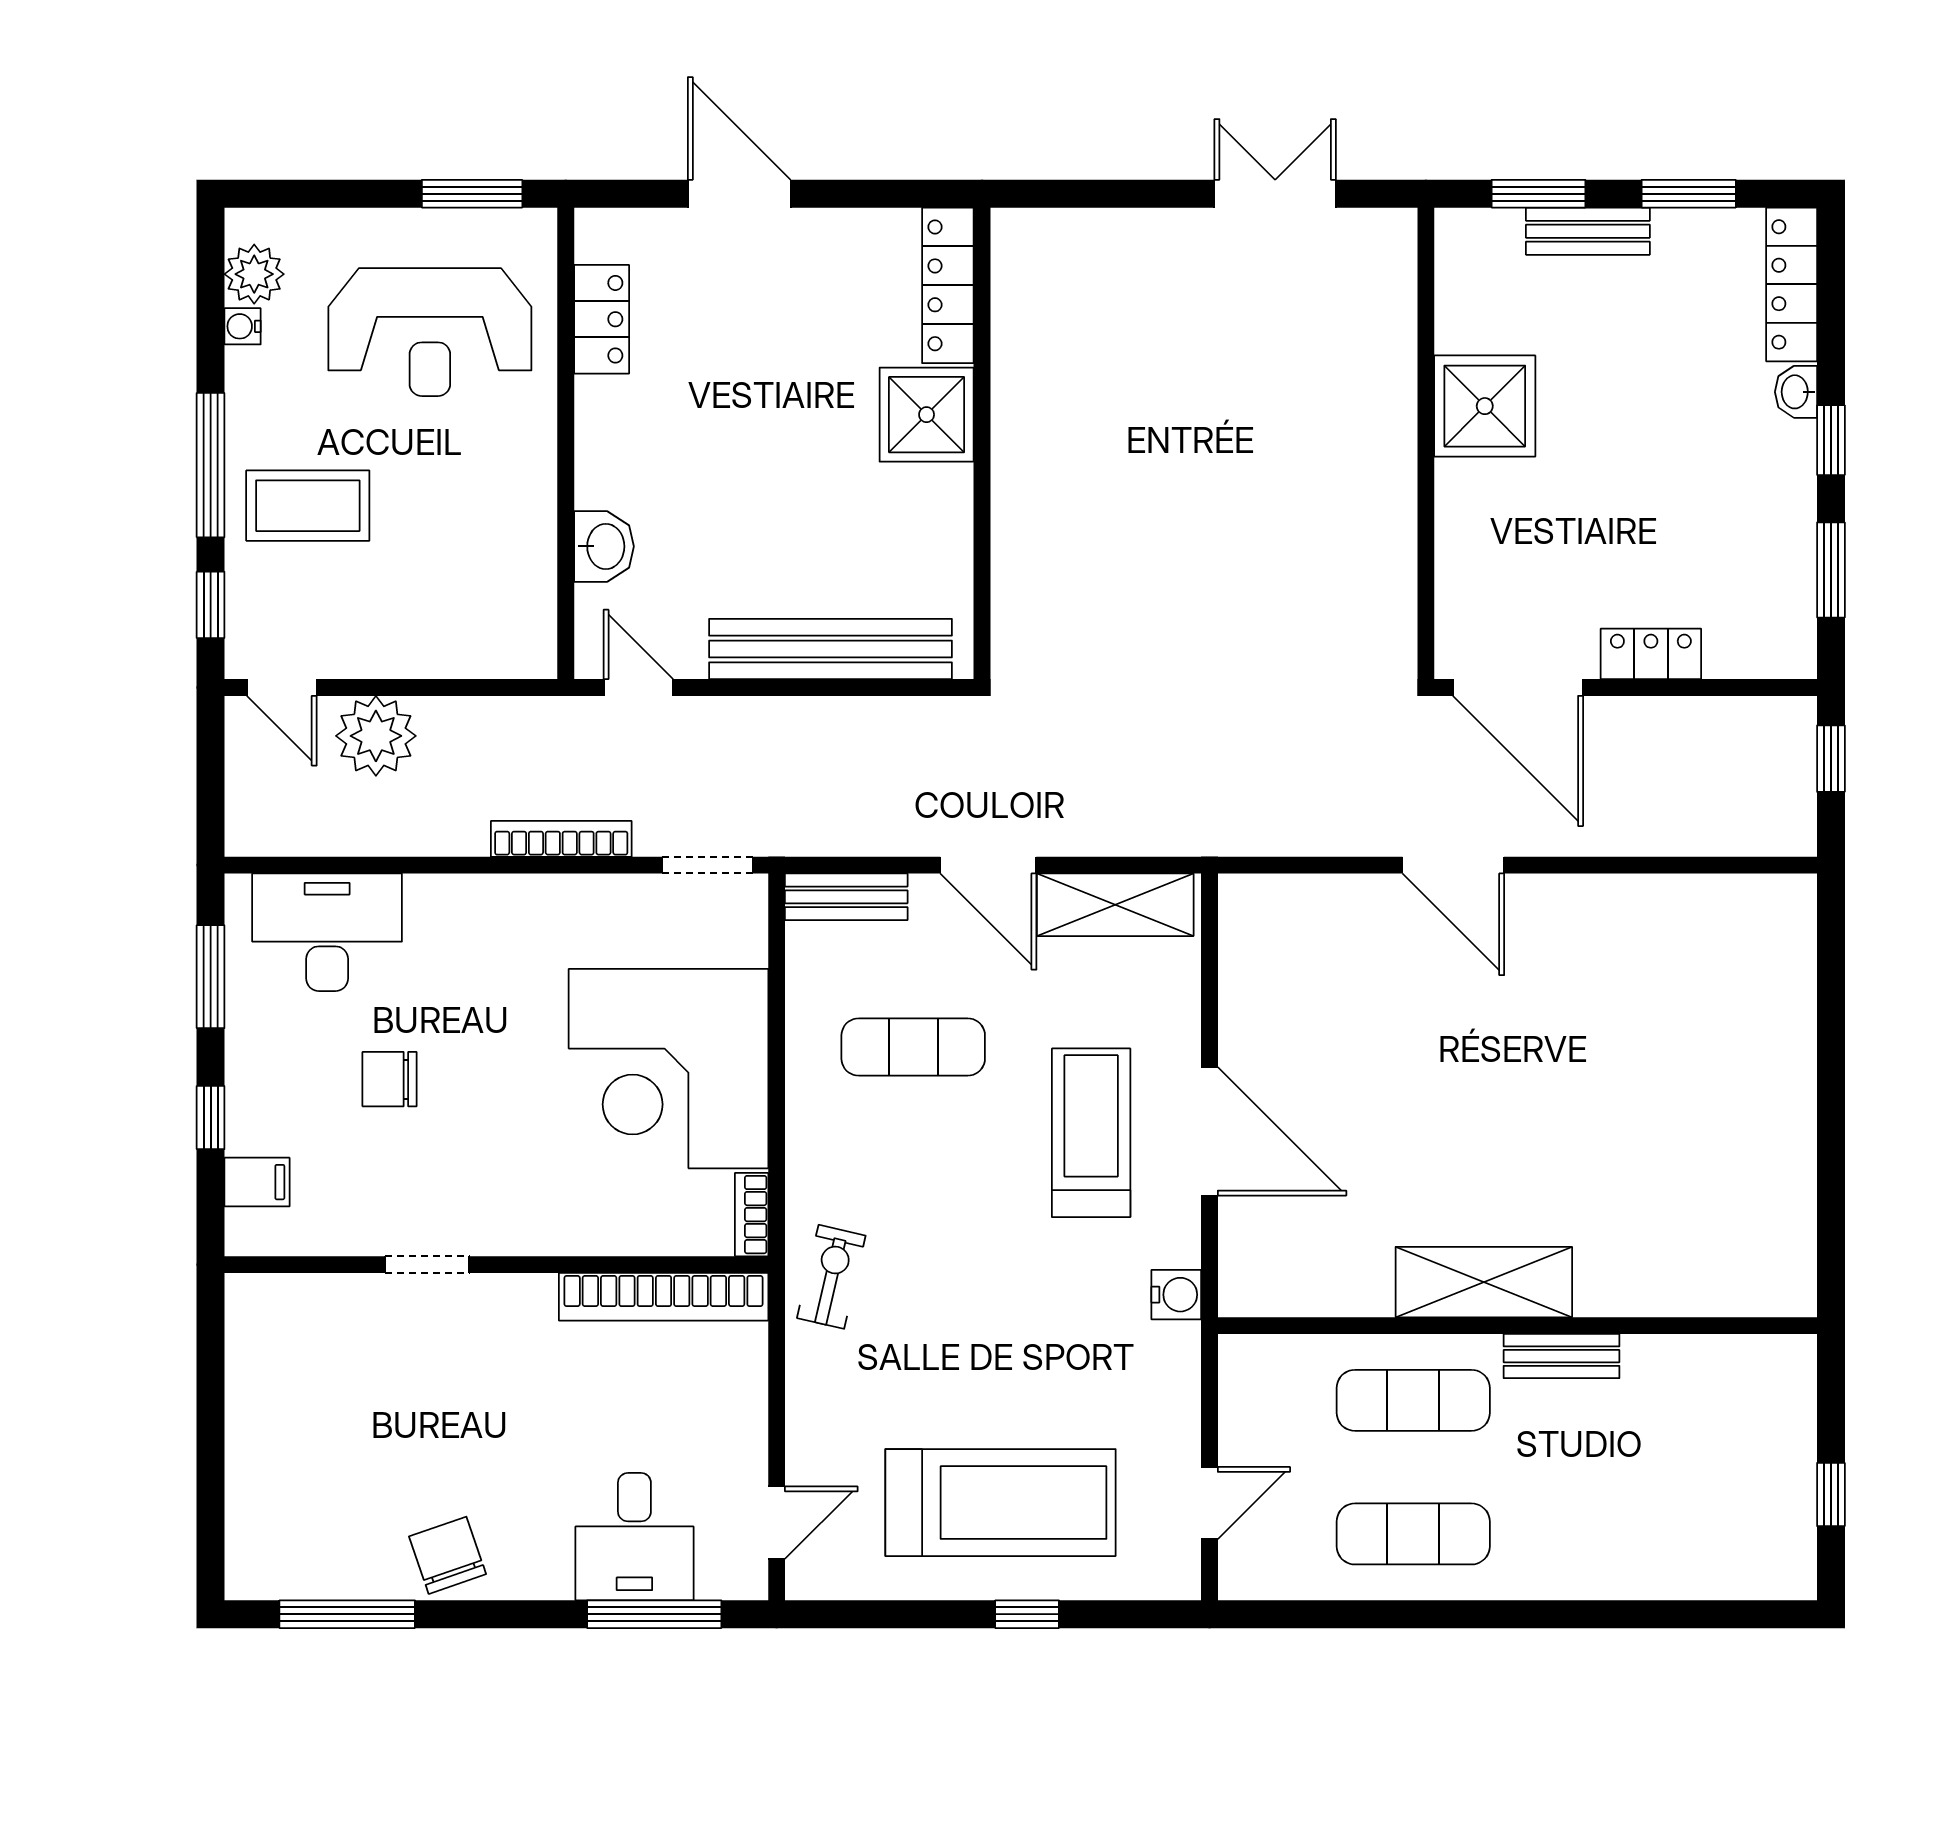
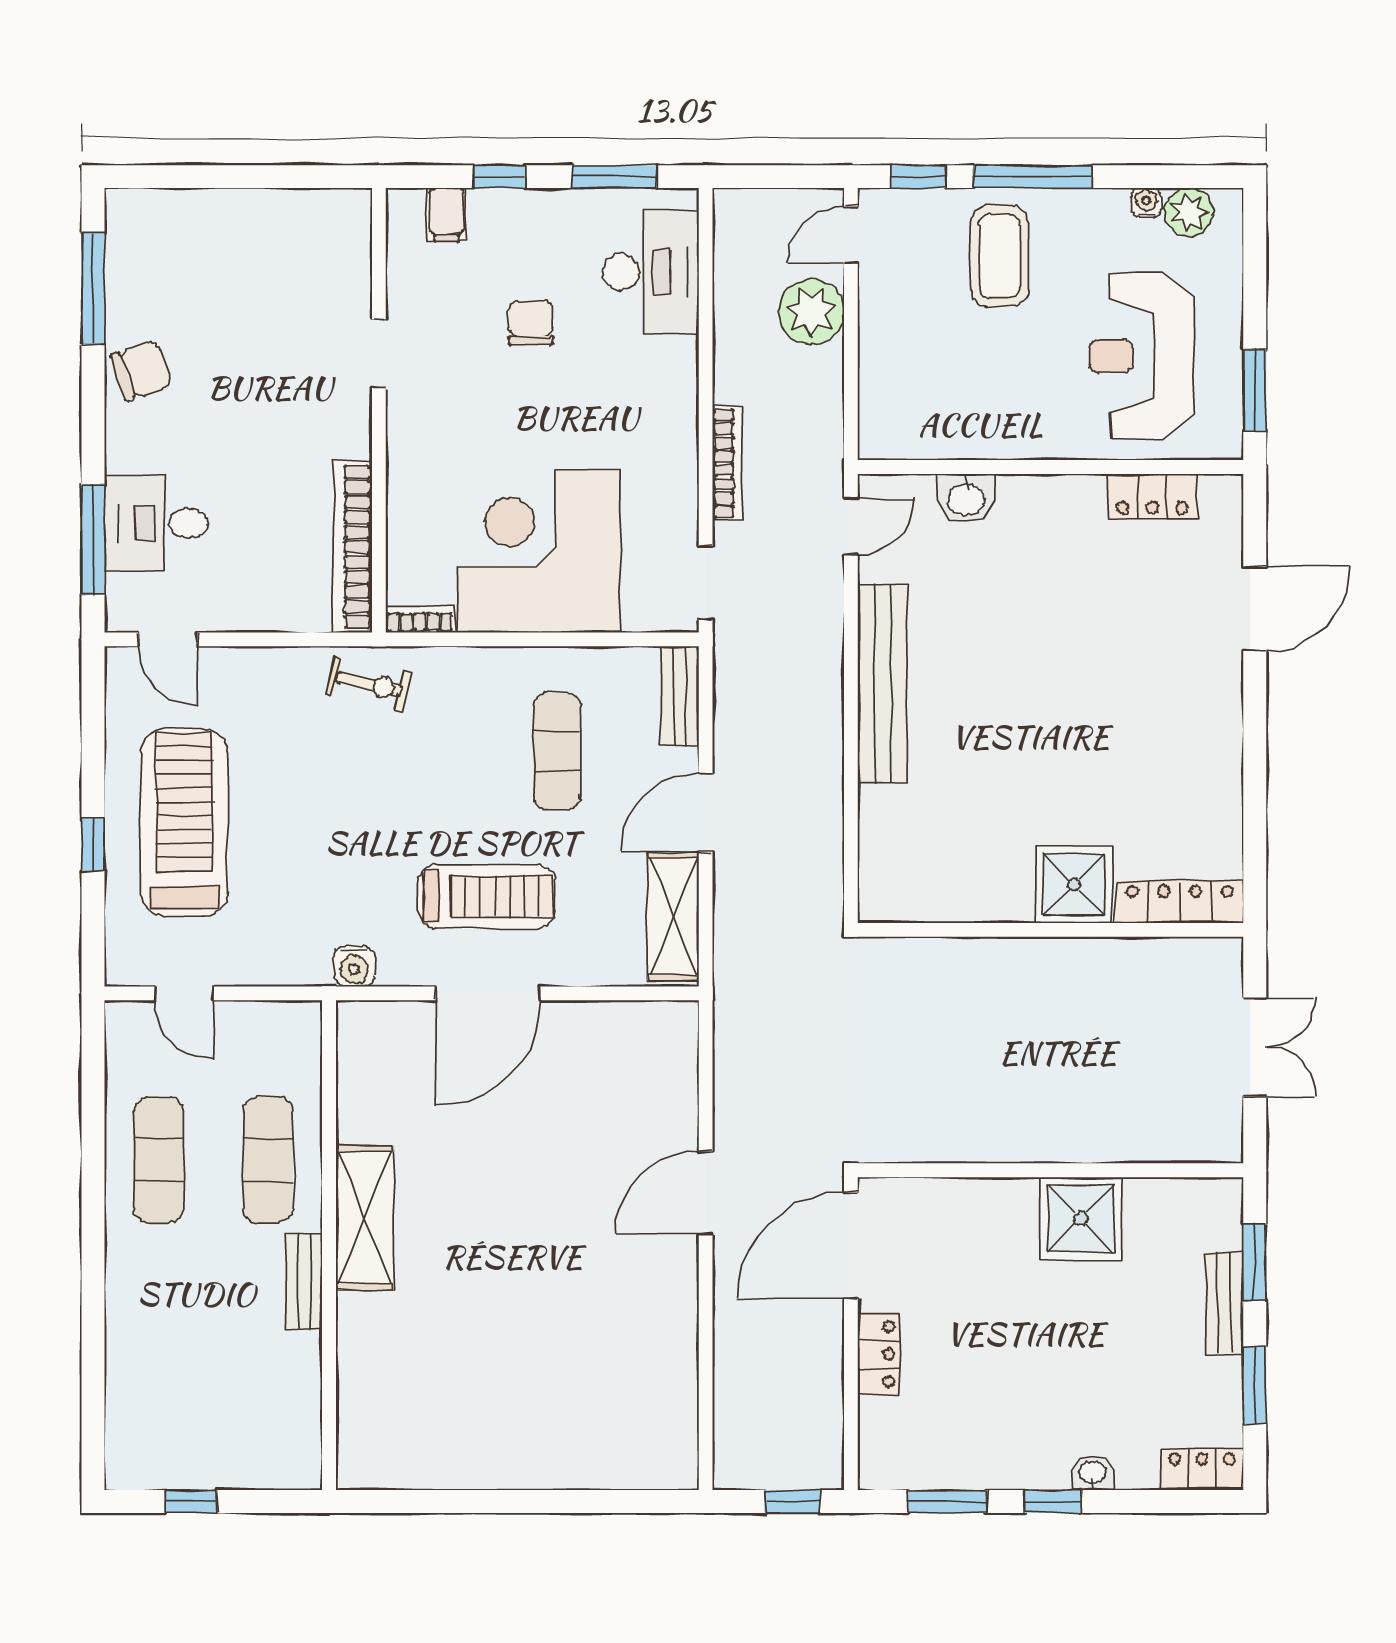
locker: (1792, 284) -> (1202, 1469), width x0.66
locker: (948, 285) -> (1180, 902), moved
shower: (927, 415) -> (1074, 885), moved
wall: (982, 443) -> (1050, 930), moved
treadmill: (1000, 1503) -> (184, 822), turned 180

